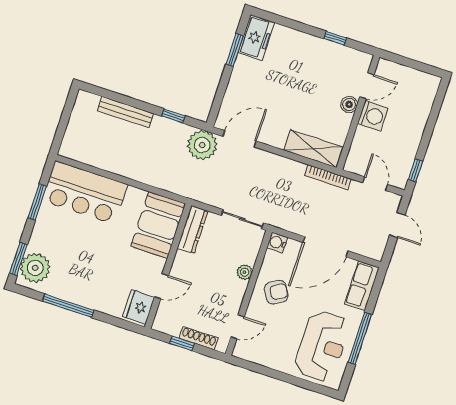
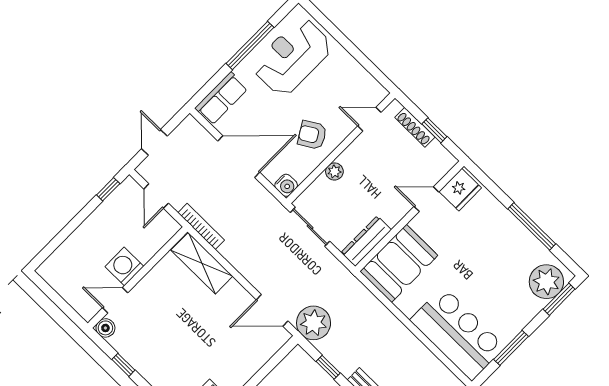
boiler: (349, 104) -> (105, 328), moved

